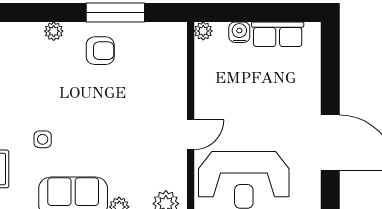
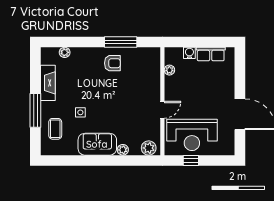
plant: (54, 31) -> (65, 52), moved
plant: (203, 31) -> (169, 70), moved

